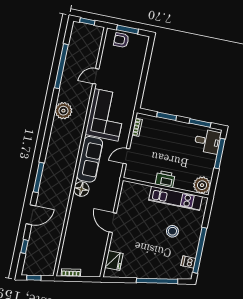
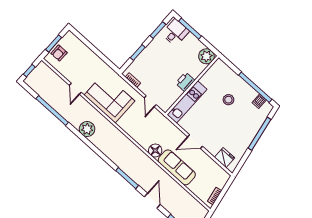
sofa: (90, 159) -> (177, 167), moved
kitchen unit: (176, 198) -> (187, 102), moved

